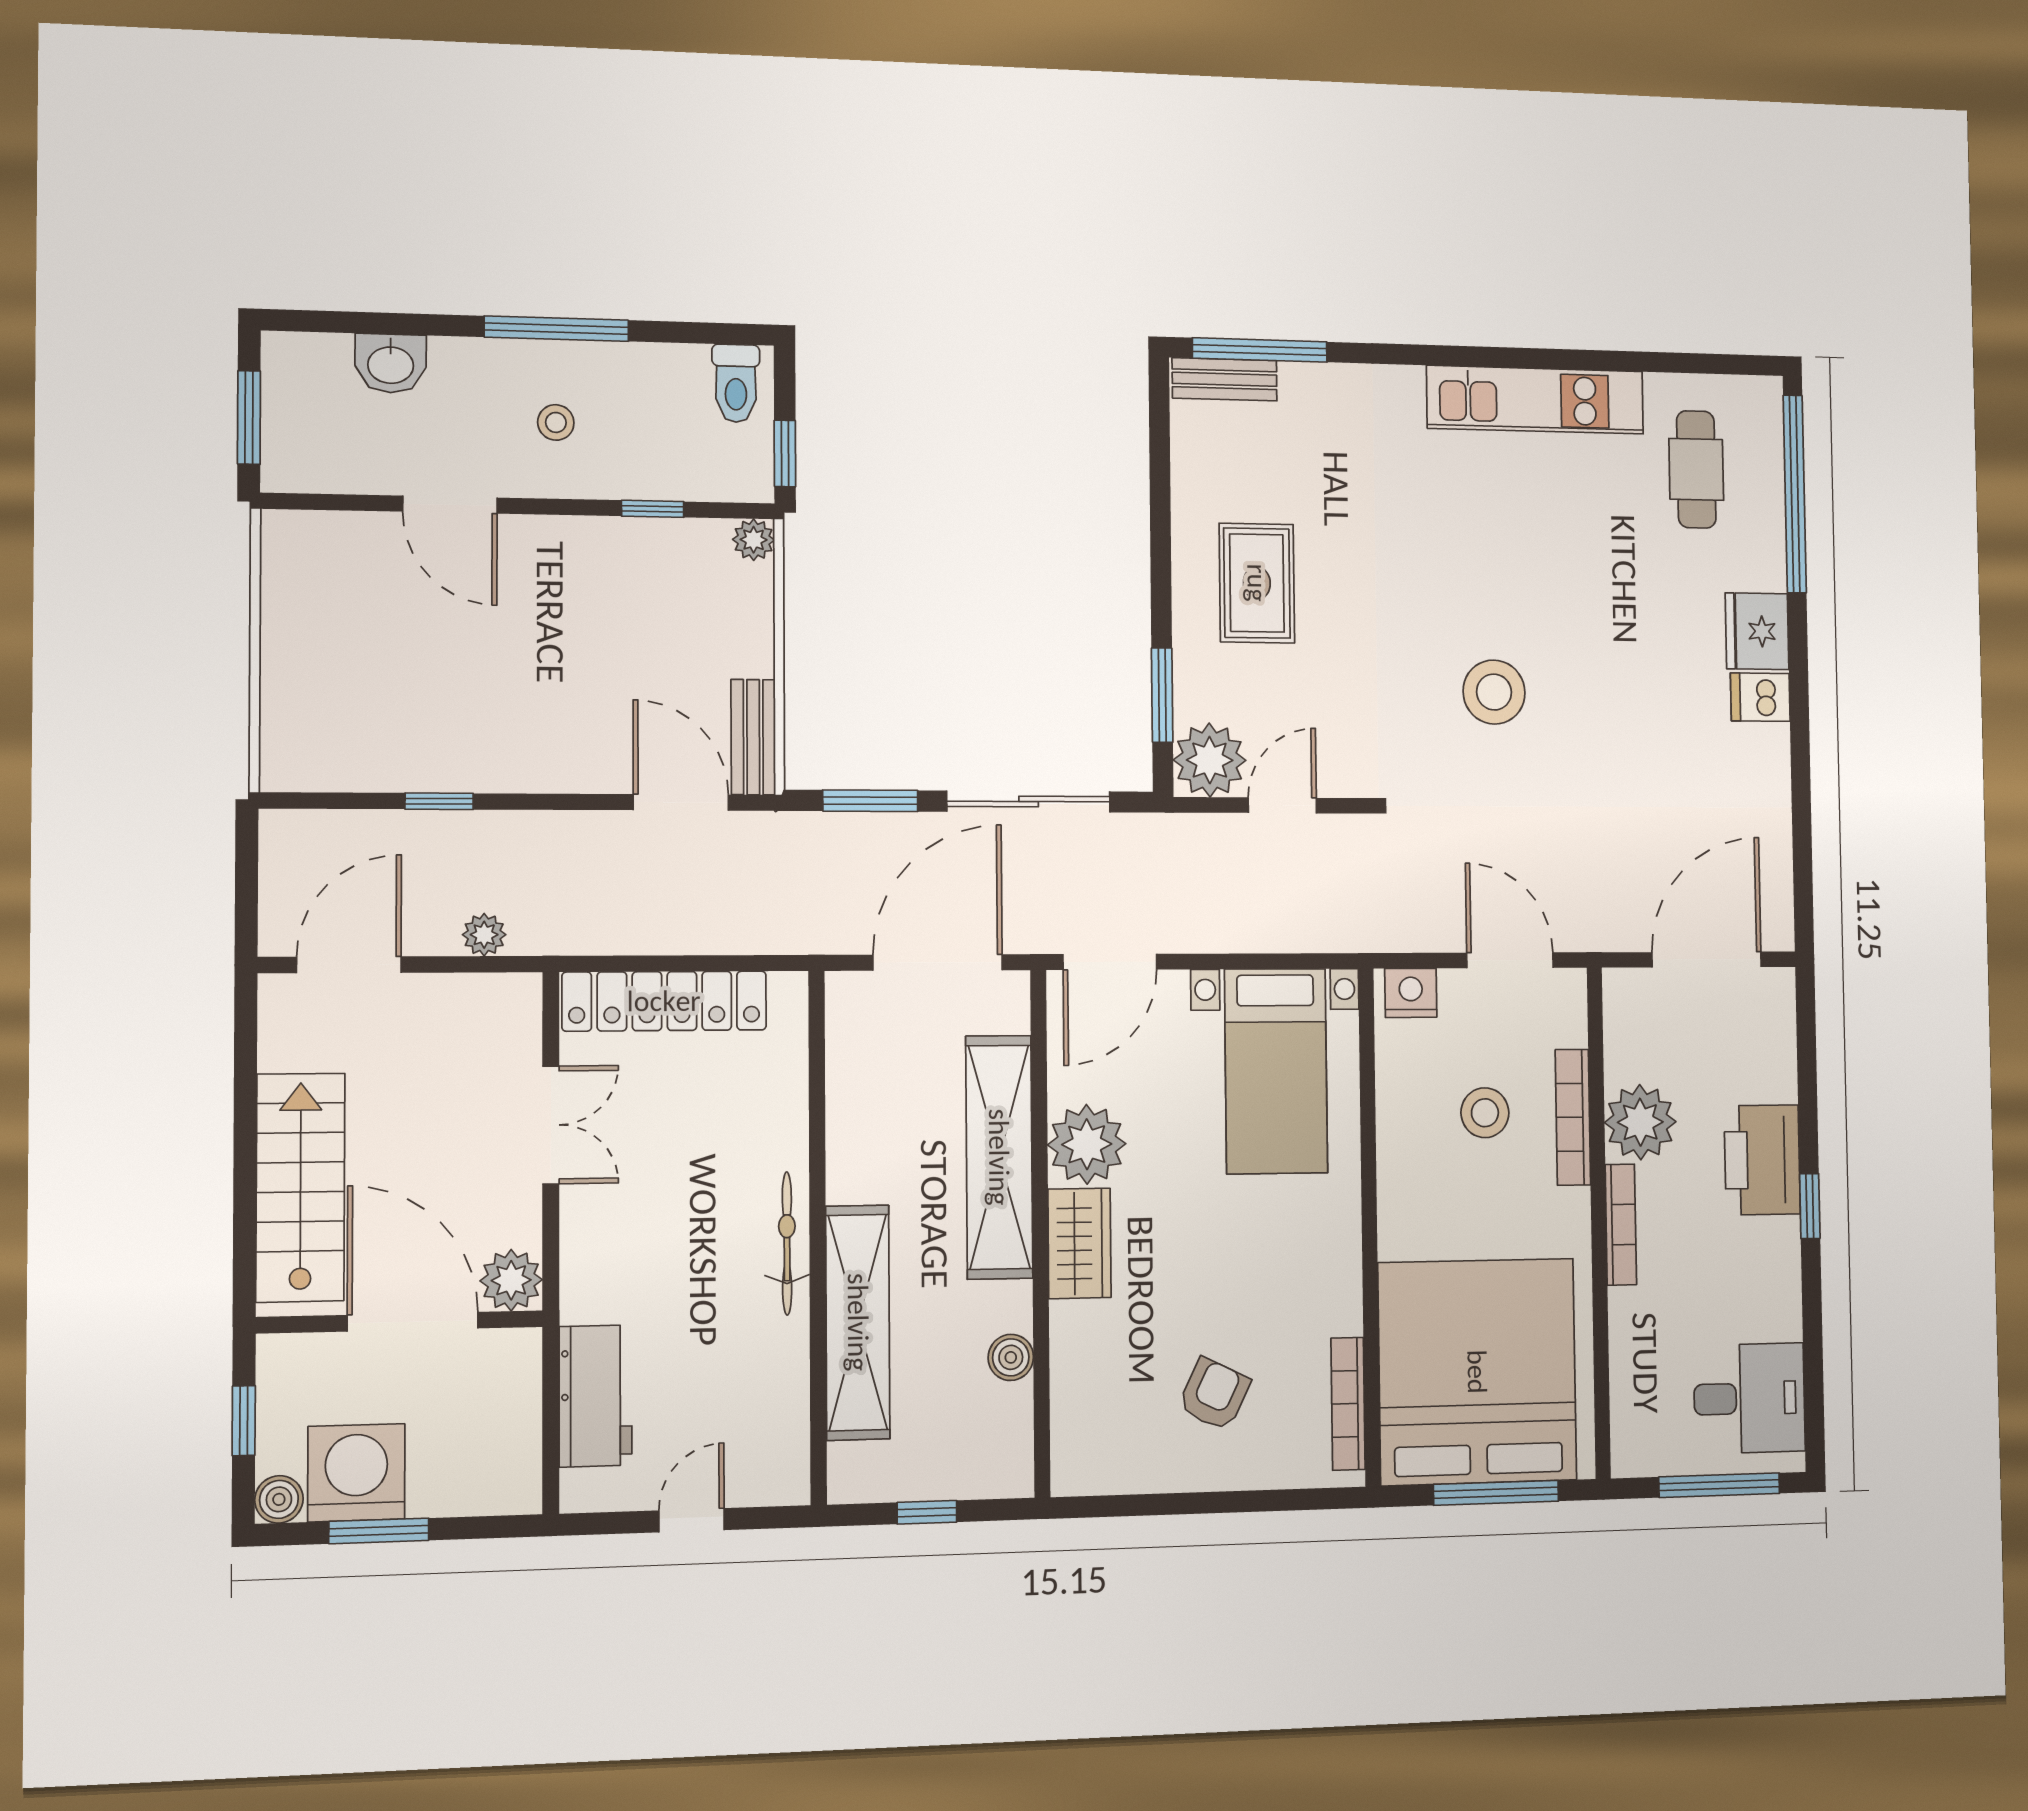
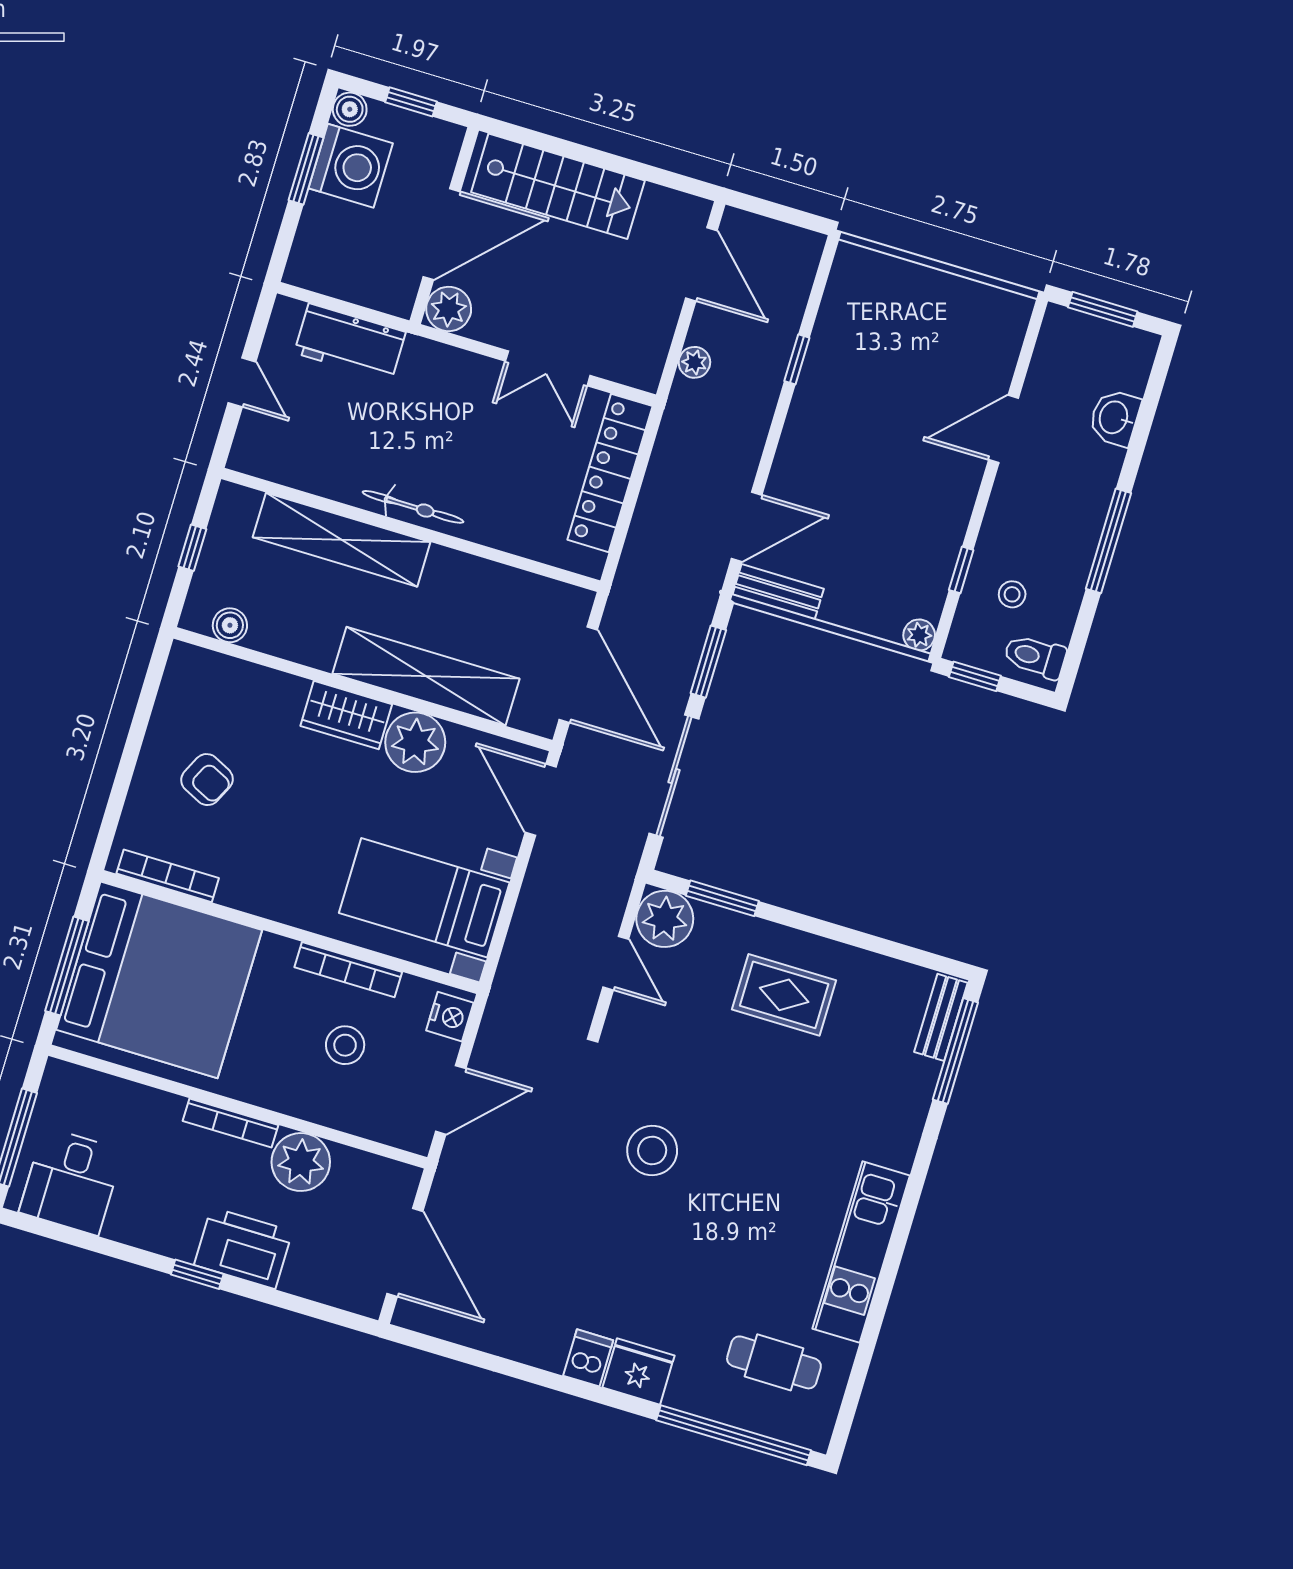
stool: (556, 422) -> (1012, 594), moved
bookcase: (1573, 1117) -> (348, 970), moved, turned 180
boiler: (1011, 1357) -> (230, 625), moved

